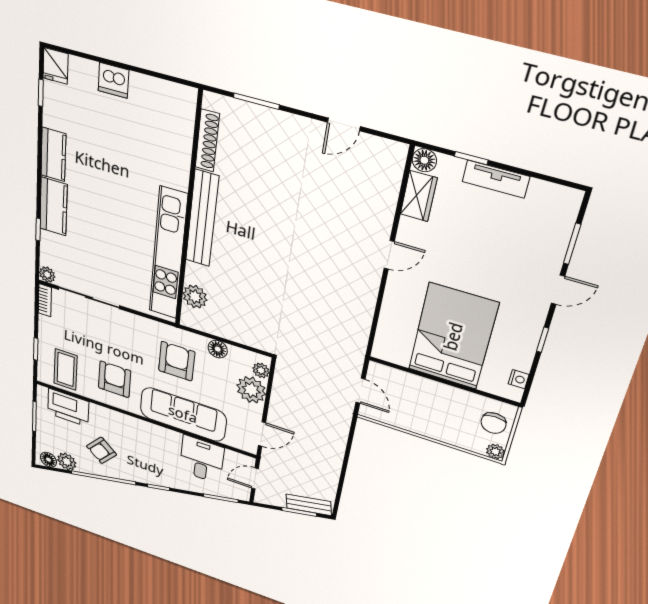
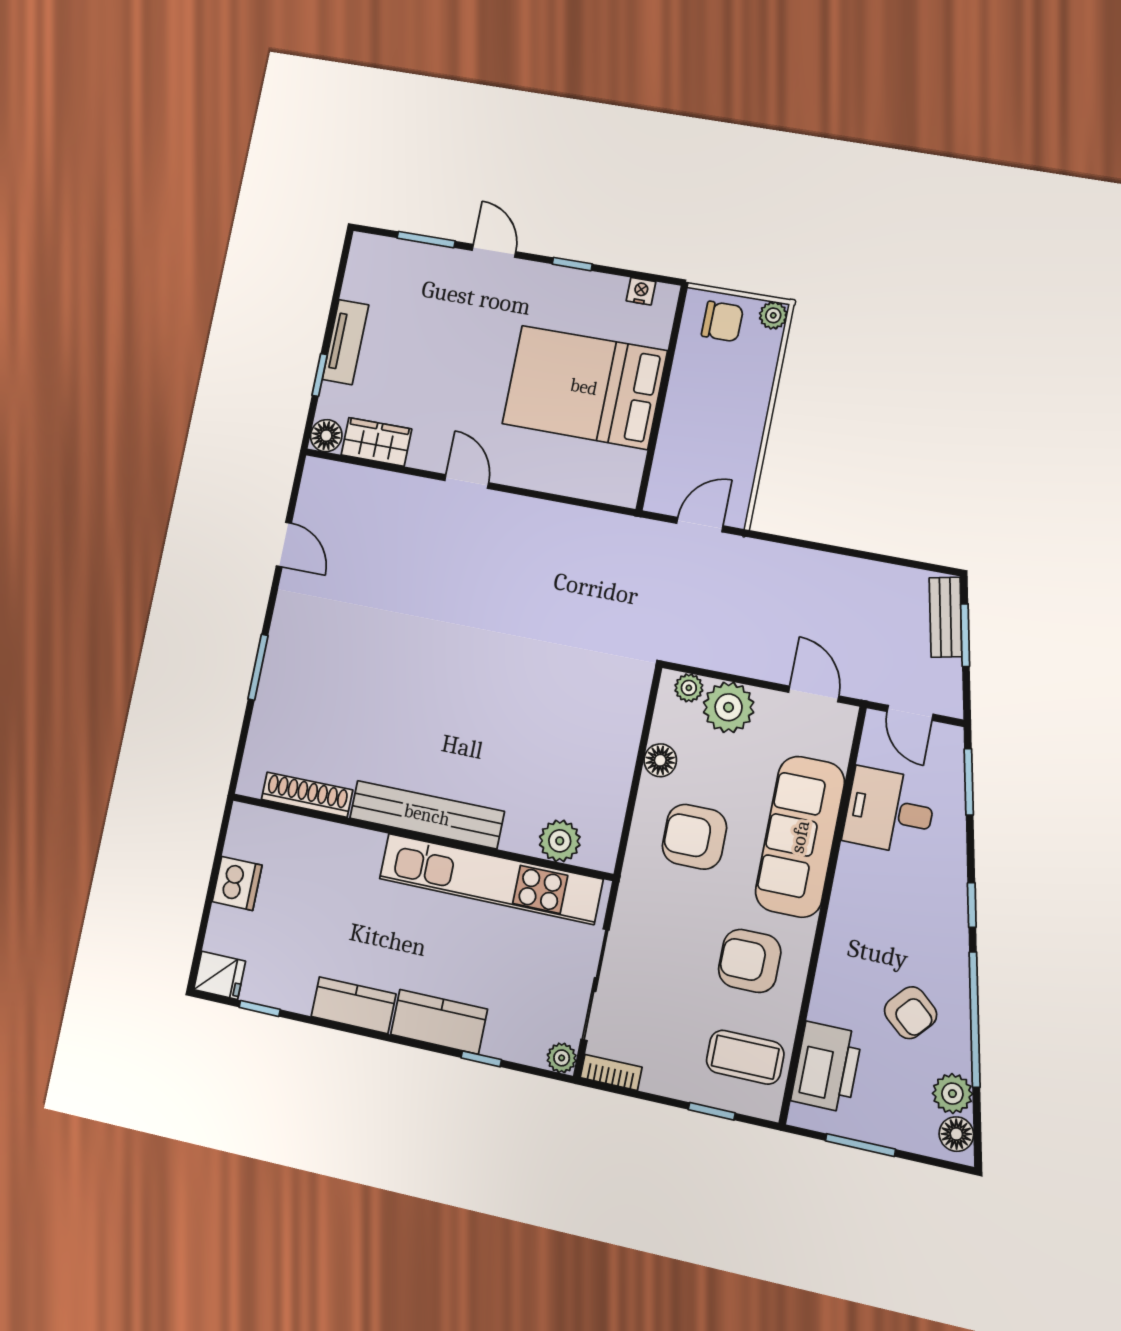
shoe rack: (207, 141) -> (307, 795), moved
wall: (188, 214) -> (421, 837), moved
bench: (202, 219) -> (427, 815), moved
kitchen unit: (168, 254) -> (491, 879), moved
plant: (195, 297) -> (560, 841), moved

